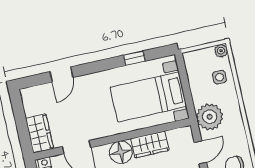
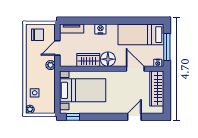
window: (134, 58) -> (73, 117), moved
plant: (210, 117) -> (51, 65), width x0.53, depth x0.53
wardrobe: (39, 133) -> (157, 89), width x1.50

